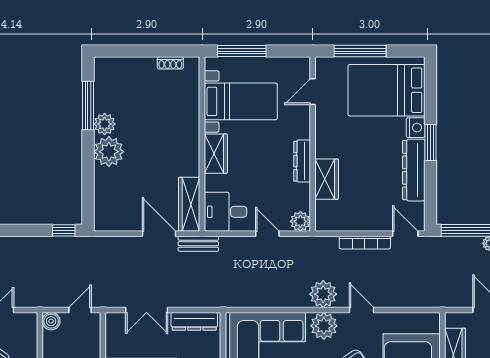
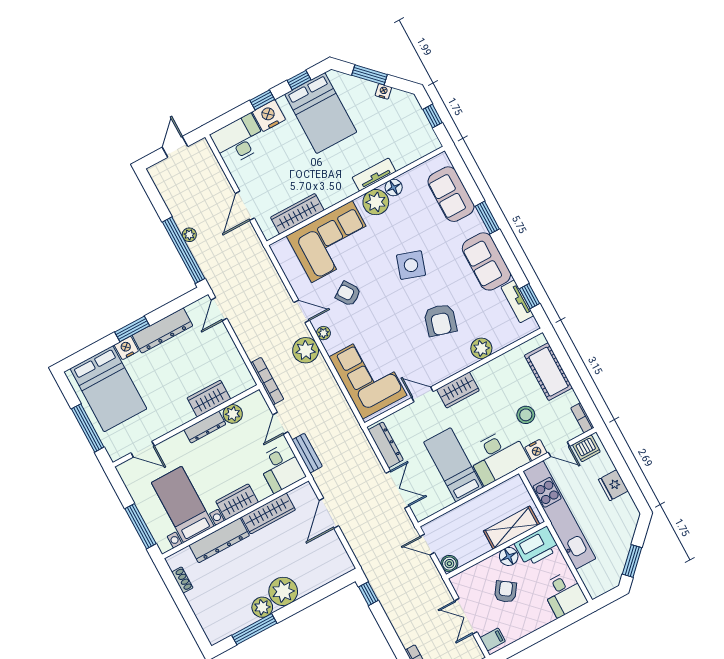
dresser: (189, 118) -> (219, 540), added
wardrobe: (189, 204) -> (268, 513), moved
plant: (300, 221) -> (233, 414), moved
bookcase: (365, 243) -> (267, 381), moved
bench: (198, 244) -> (307, 453), moved
door: (362, 310) -> (302, 311), swing flipped
plant: (324, 326) -> (324, 333), width x0.53, depth x0.53

